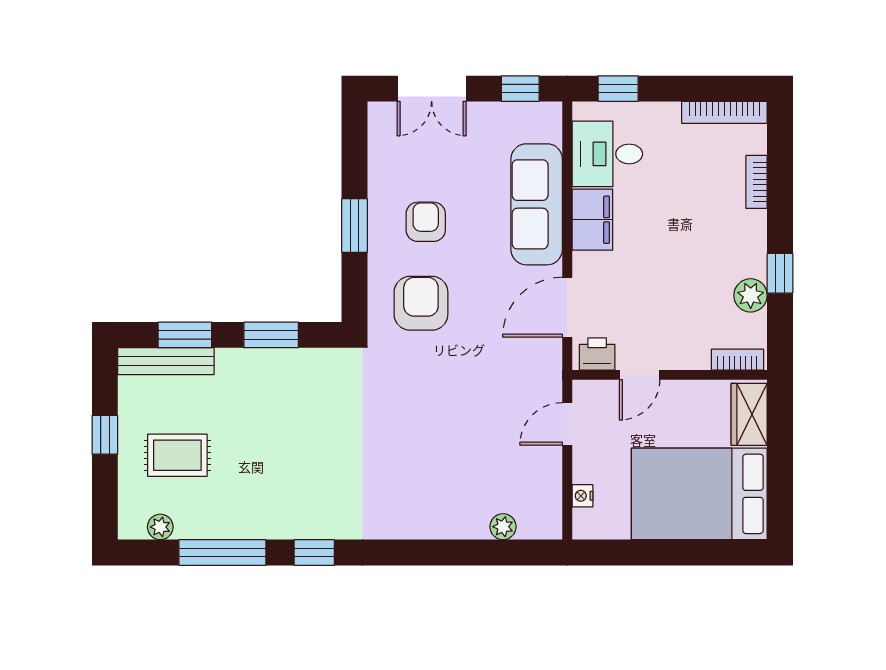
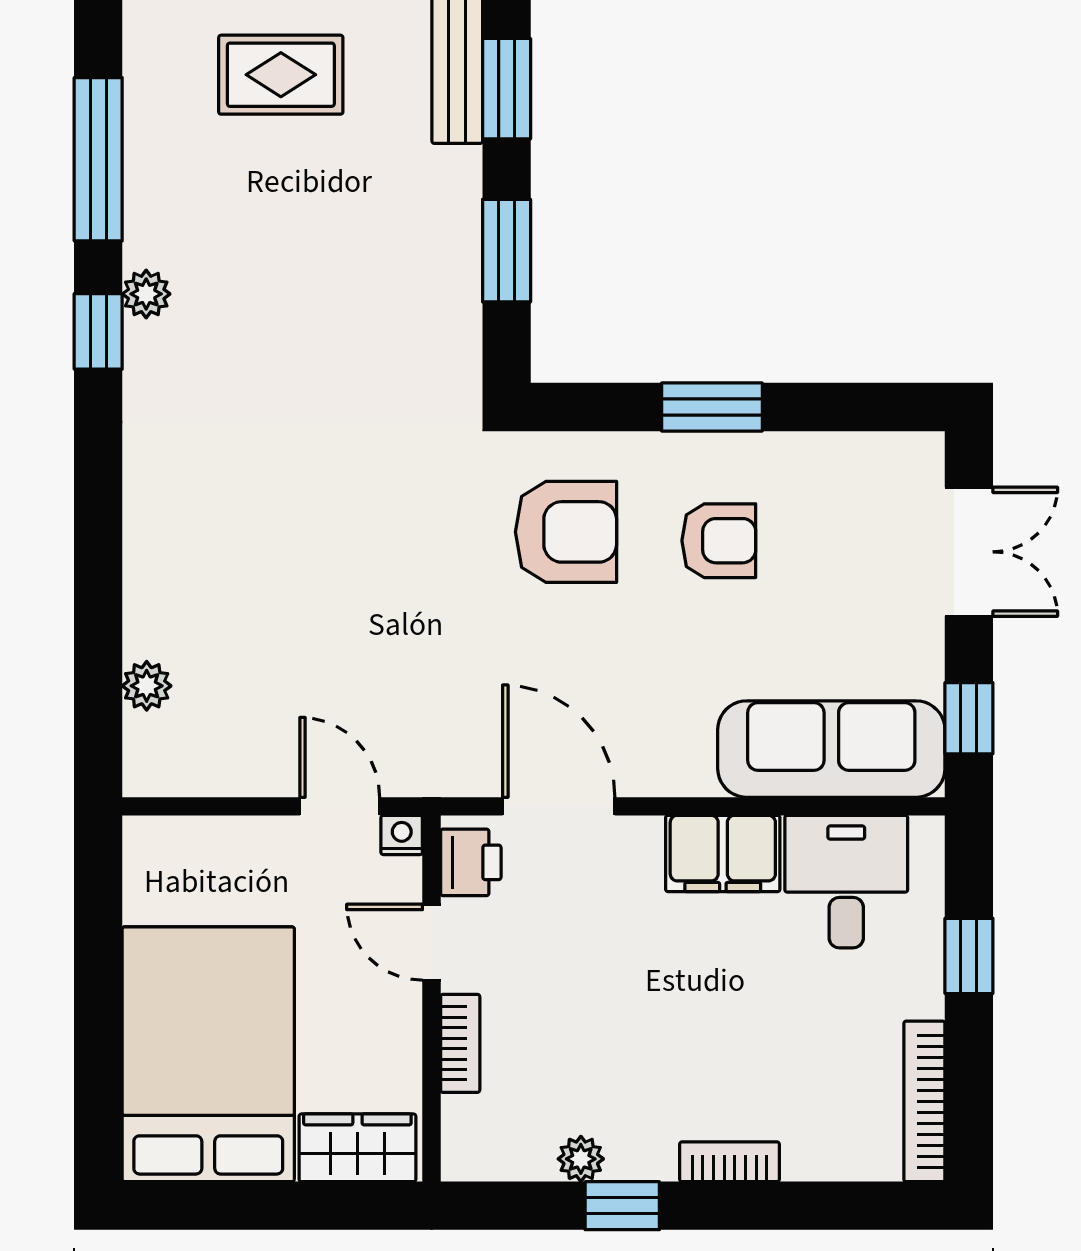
double door: (432, 89) -> (969, 552), swing flipped
window: (618, 89) -> (969, 956), moved
bookcase: (757, 182) -> (729, 1162), moved
sofa: (537, 204) -> (831, 749), moved
plant: (751, 295) -> (581, 1159), width x0.73, depth x0.73
bookcase: (737, 360) -> (460, 1043), moved
rug: (177, 455) -> (281, 75), turned 90
nightstand: (582, 496) -> (402, 835), moved
plant: (160, 527) -> (146, 294), moved

